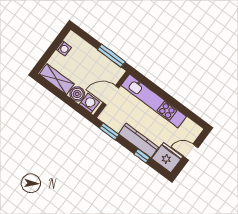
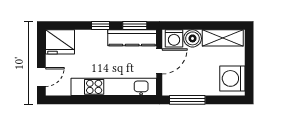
washing machine: (64, 48) -> (232, 78), width x1.89, depth x1.89
kitchen counter: (139, 141) -> (132, 38), moved
door: (191, 152) -> (41, 77), moved
window: (142, 156) -> (100, 26), moved

